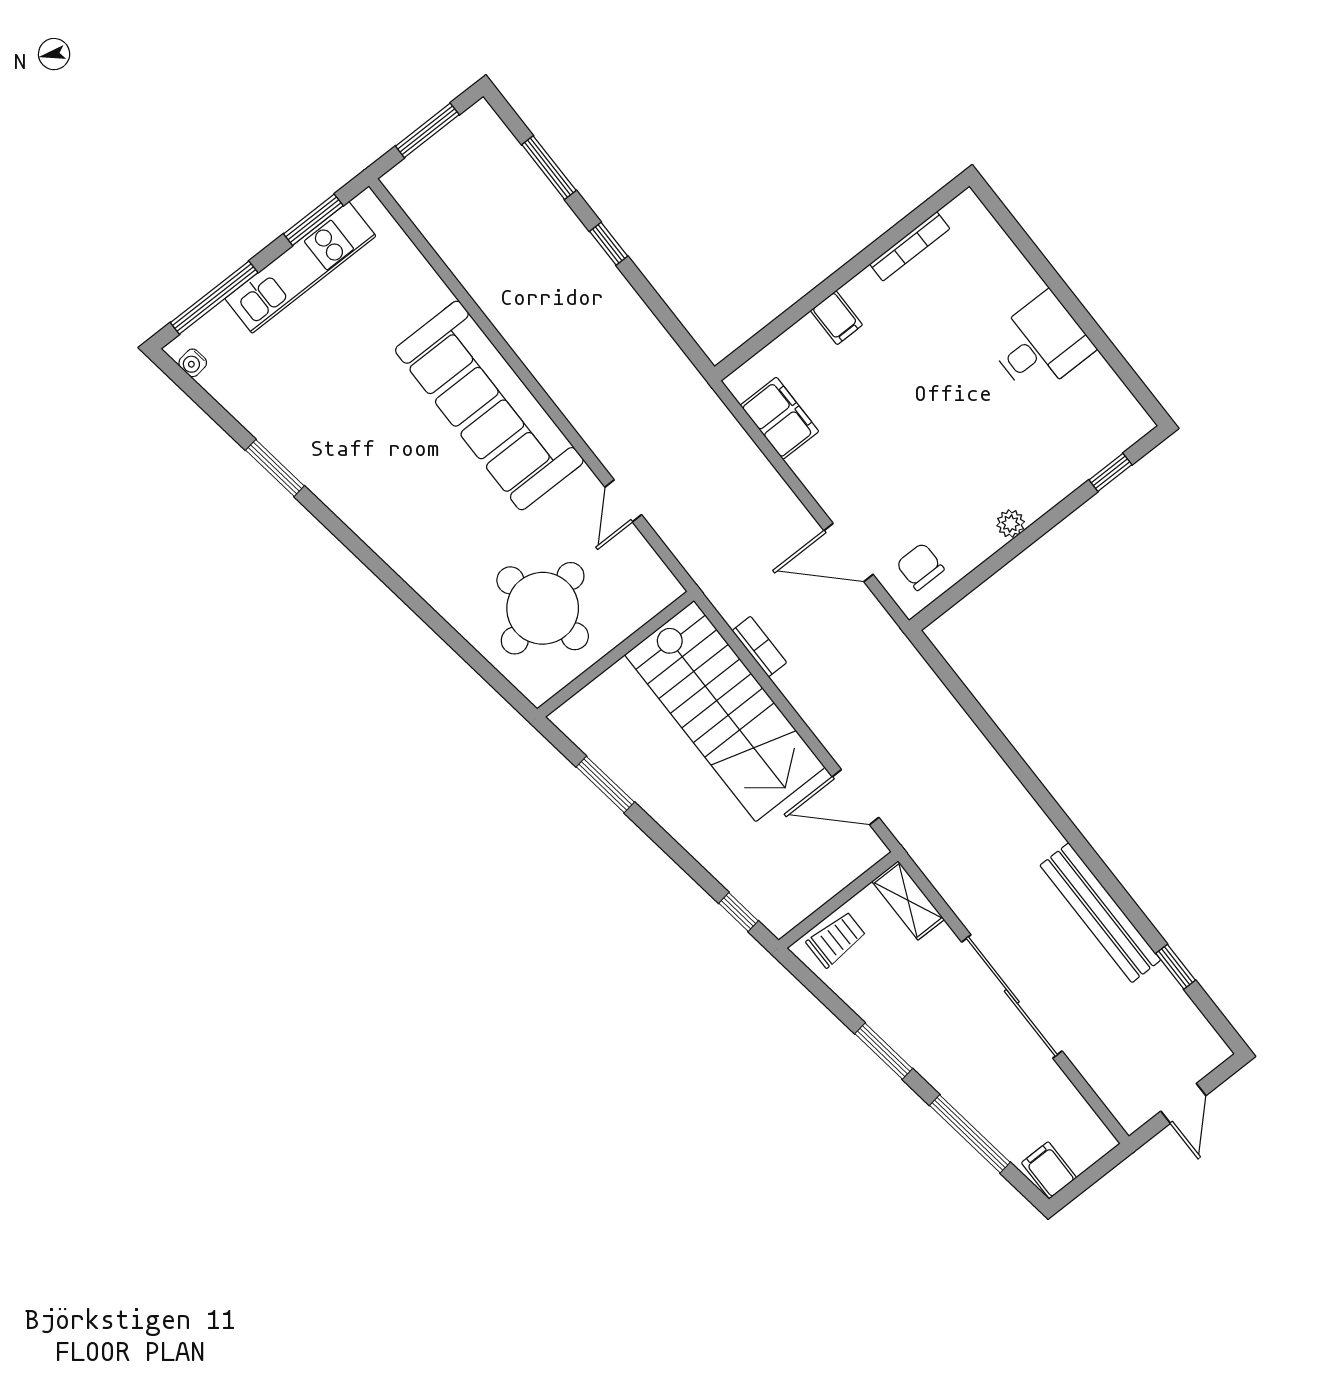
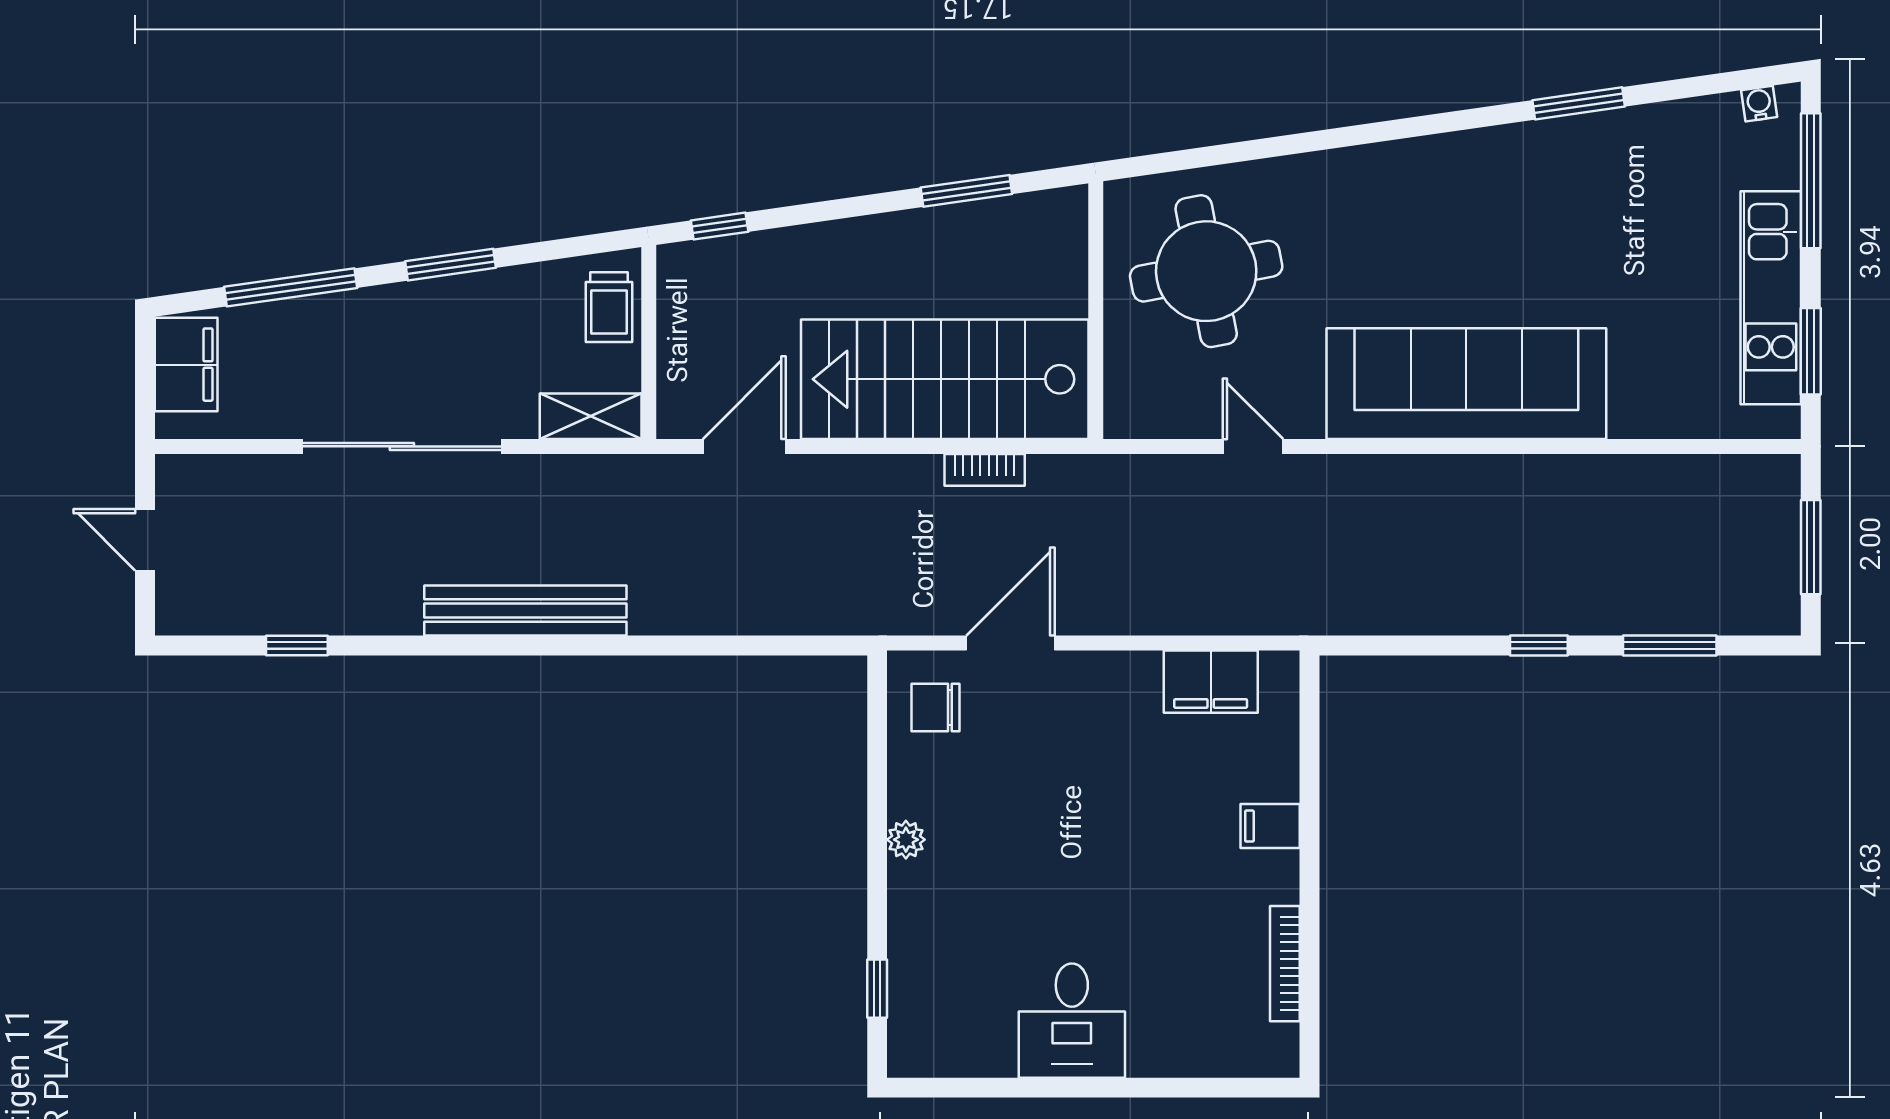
chair: (920, 567) -> (936, 708), turned 180
bench: (1100, 913) -> (525, 610), moved
filing cabinet: (1049, 1170) -> (186, 365), width x2.00

